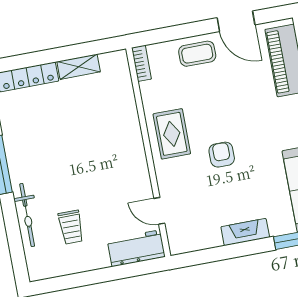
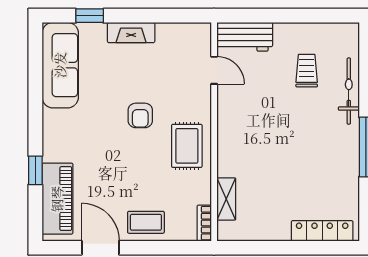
shelving: (79, 67) -> (226, 199), moved, turned 90

